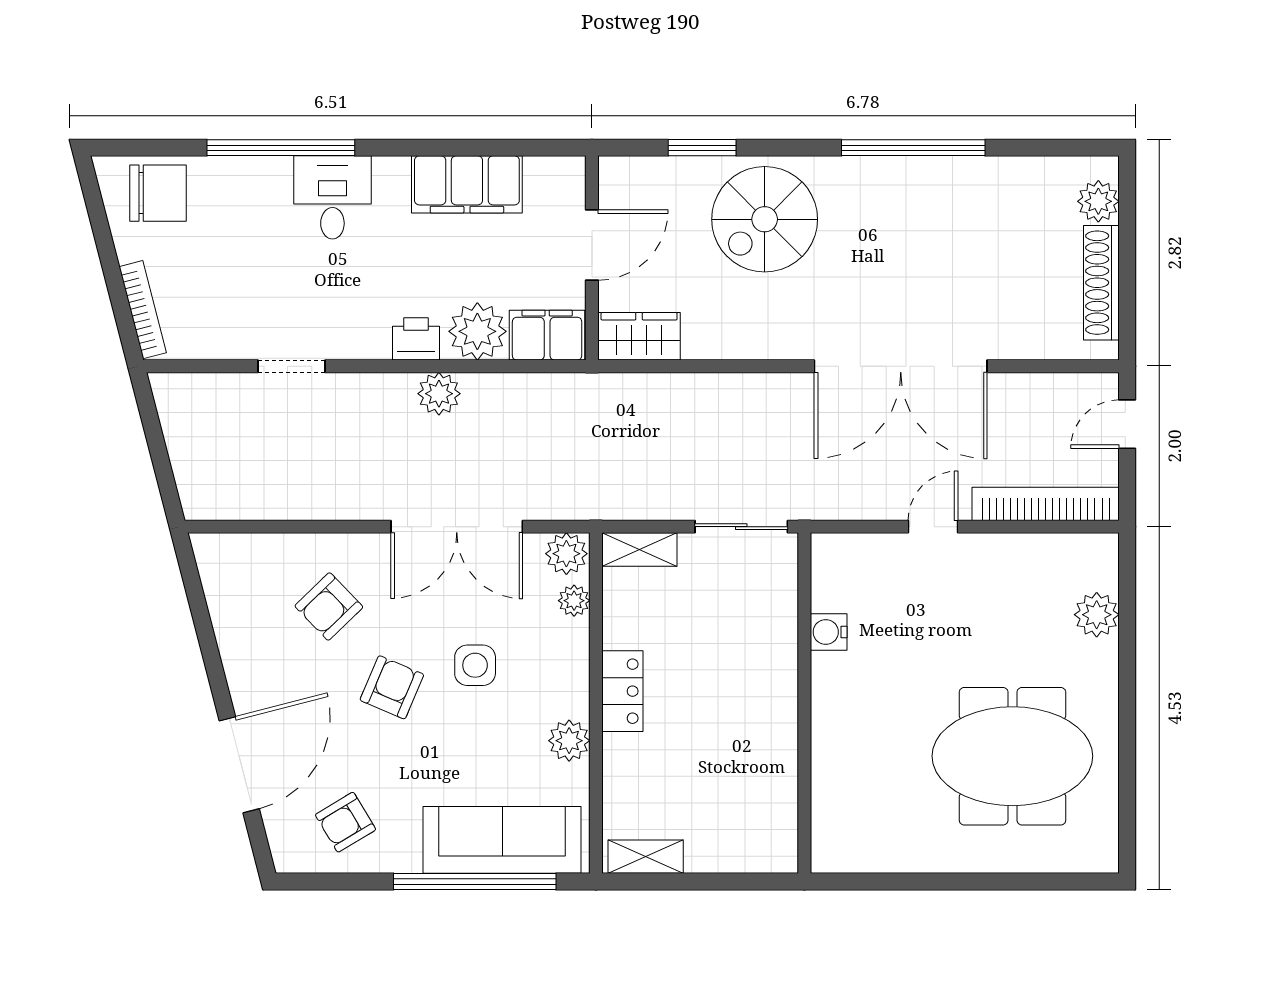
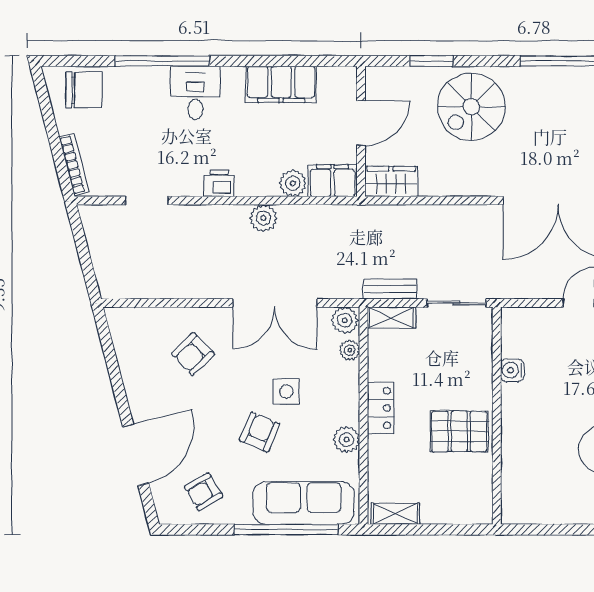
plant: (477, 331) -> (293, 183), width x0.73, depth x0.73
printer: (416, 339) -> (219, 183), moved
doorway: (291, 366) -> (147, 201), moved
bench: (637, 505) -> (390, 289), added
armchair: (392, 687) -> (260, 432), moved
pallet: (746, 728) -> (459, 431), added

